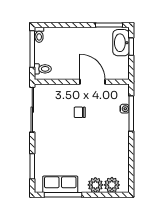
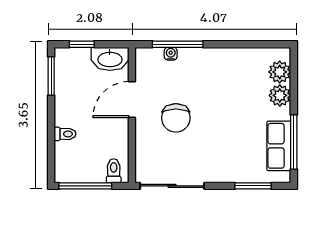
toilet: (39, 35) -> (65, 134), moved
washbasin: (121, 43) -> (110, 59), moved
chair: (80, 112) -> (176, 118), width x1.87, depth x1.87

